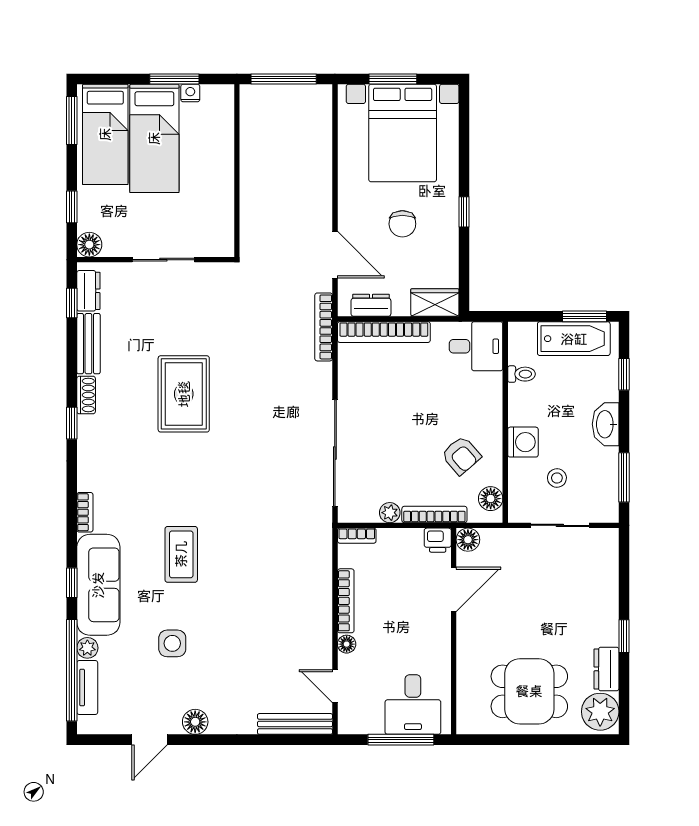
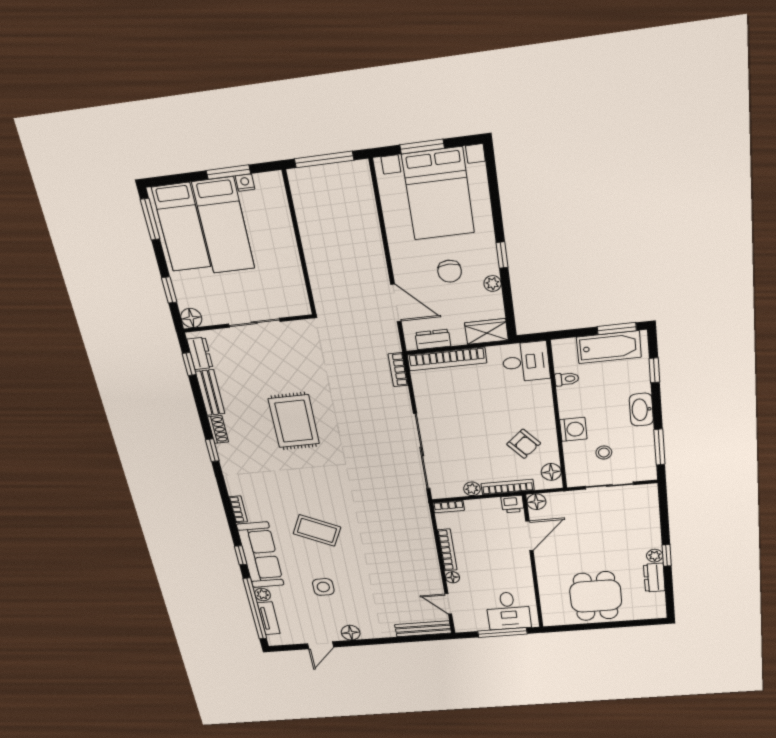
plant: (449, 244) -> (493, 283), added
bookcase: (324, 327) -> (398, 370), width x0.64
coffee table: (181, 554) -> (317, 530), turned -64
dining table: (529, 691) -> (596, 596), turned 90
plant: (600, 712) -> (655, 556), moved, width x0.53, depth x0.53

